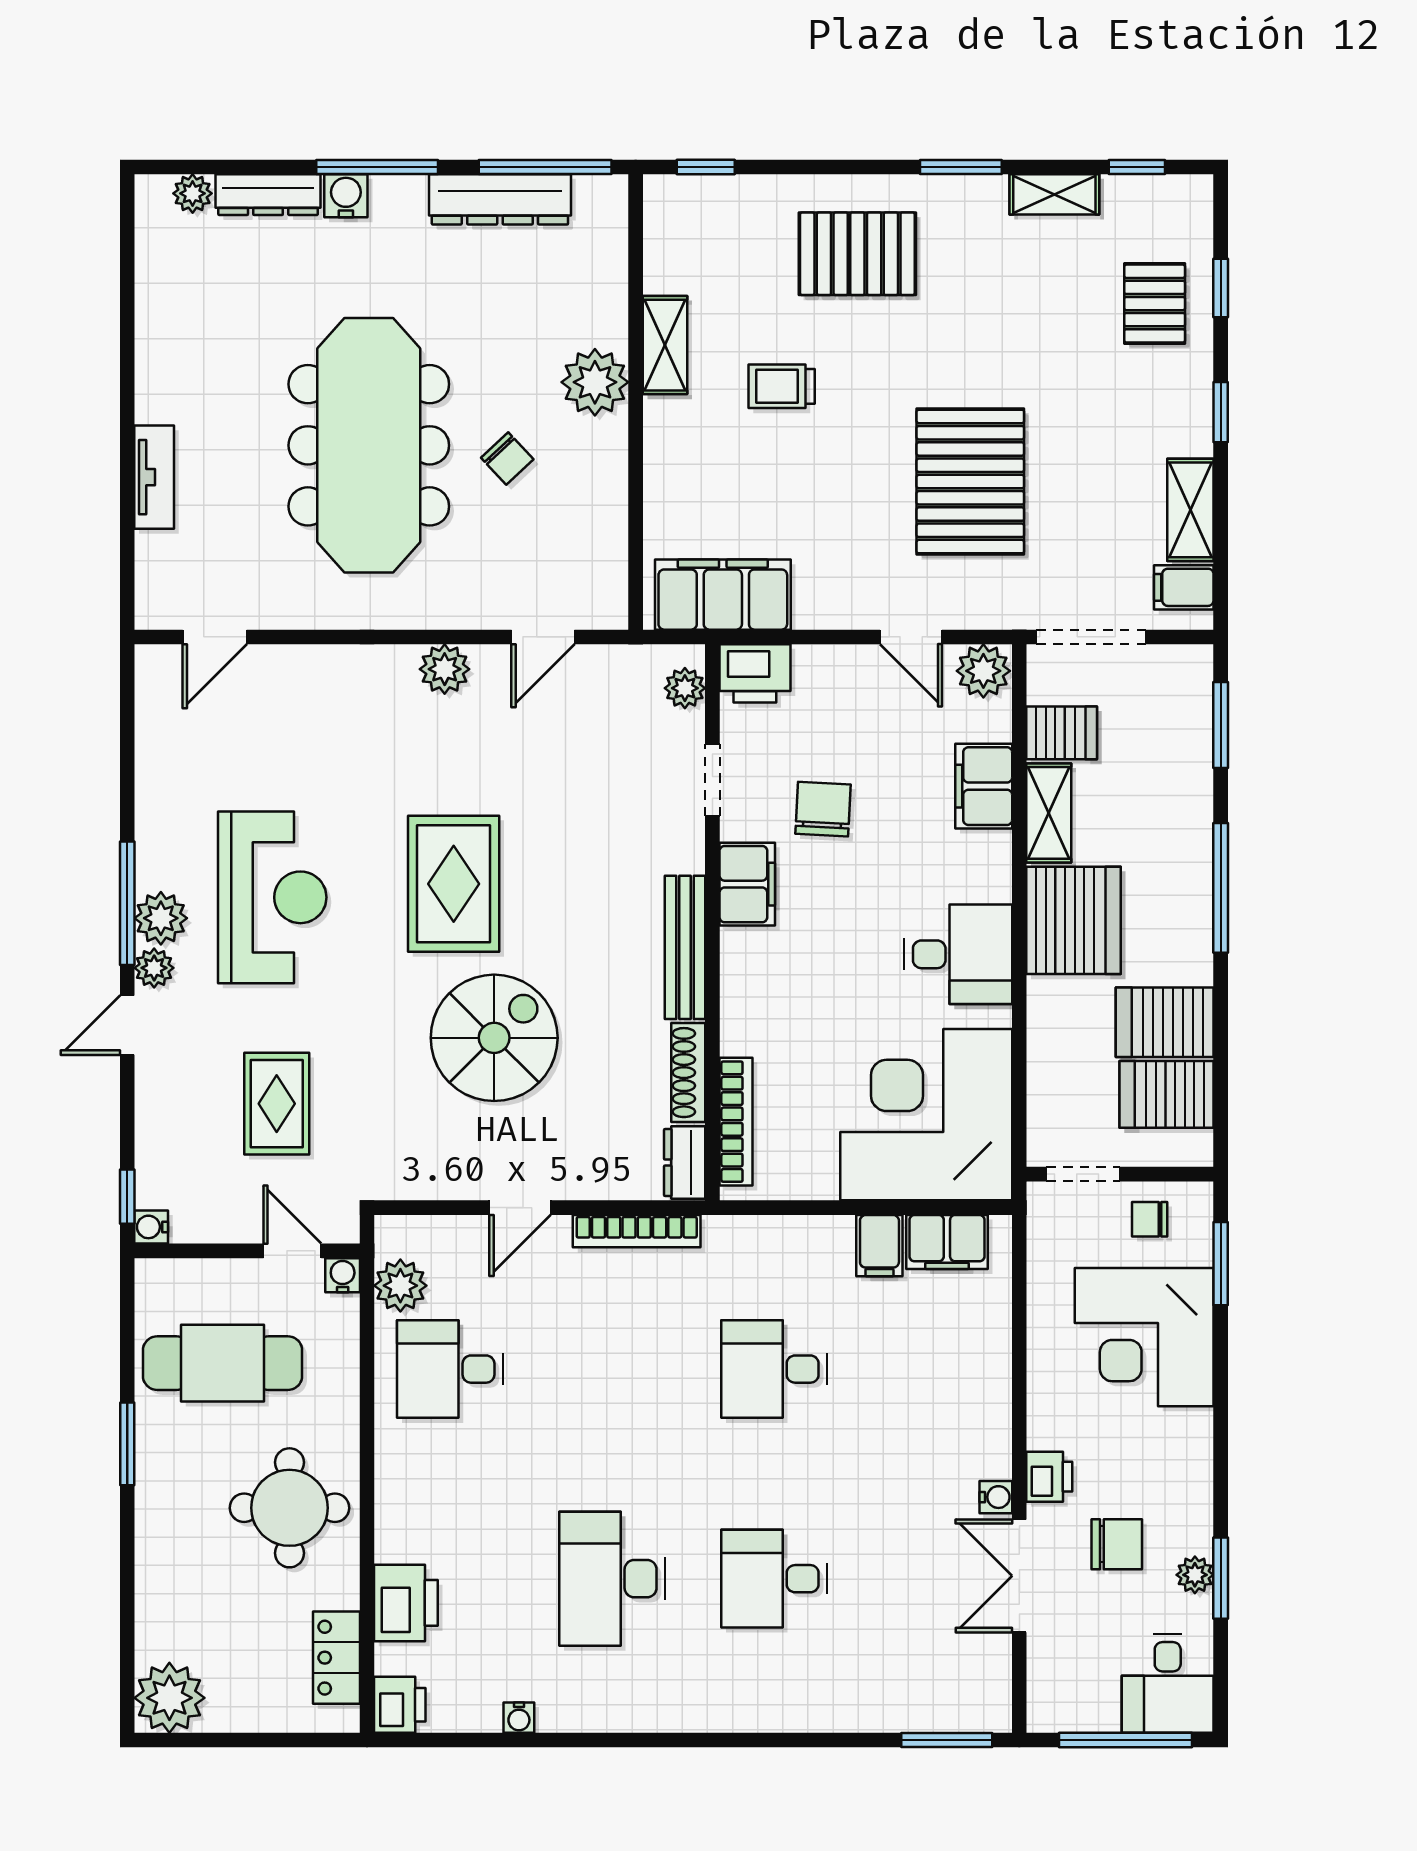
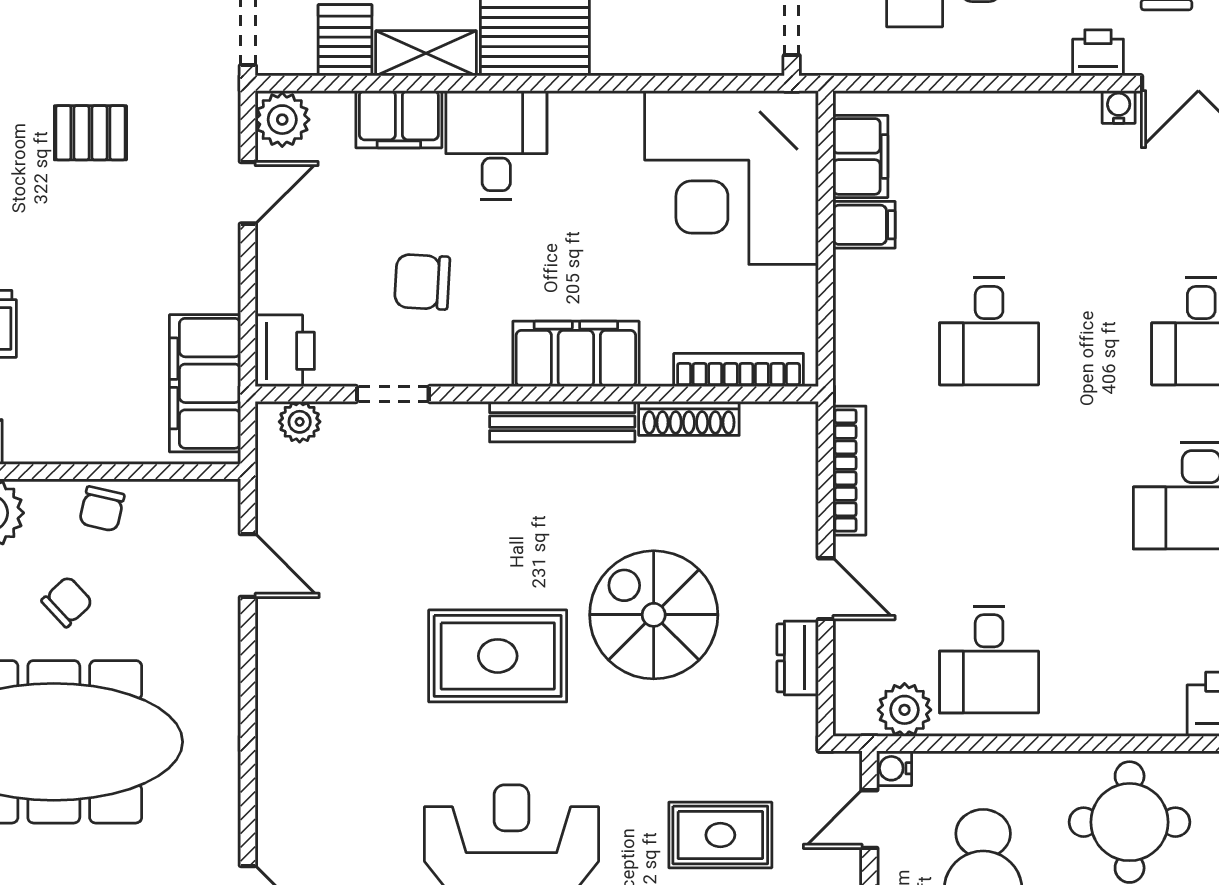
pallet: (970, 482) -> (90, 133), width x0.49, depth x0.50
chair: (599, 493) -> (102, 509), added
plant: (445, 669) -> (280, 665), removed
filing cabinet: (747, 884) -> (576, 354), moved, width x1.50, depth x1.17
desk: (958, 954) -> (496, 145), moved
dresser: (685, 1163) -> (798, 658), moved, turned 90

